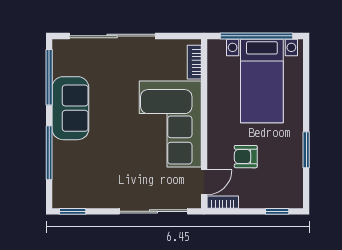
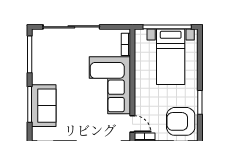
sofa: (70, 108) -> (44, 106), moved
armchair: (246, 157) -> (181, 121), moved, width x1.88, depth x1.88
door: (204, 182) -> (132, 124), hinge flipped

